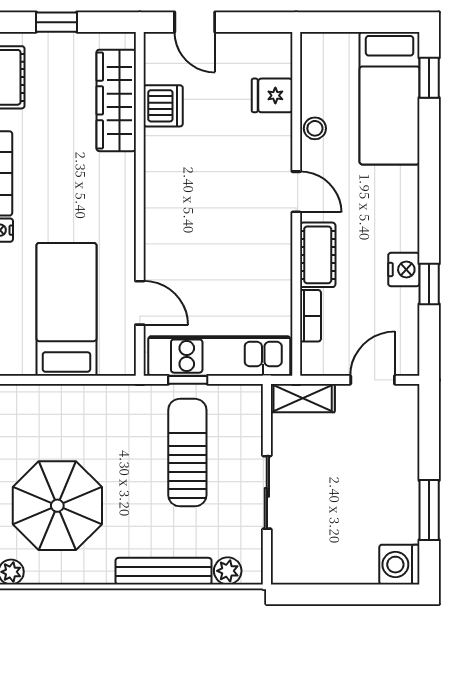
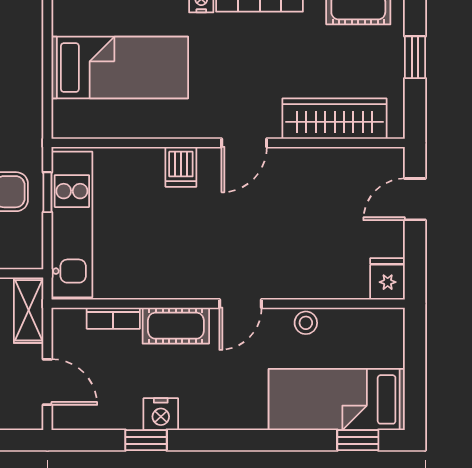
fridge: (272, 95) -> (388, 279), moved
dishwasher: (163, 106) -> (181, 167), moved, width x0.73
door: (140, 303) -> (244, 143), moved

